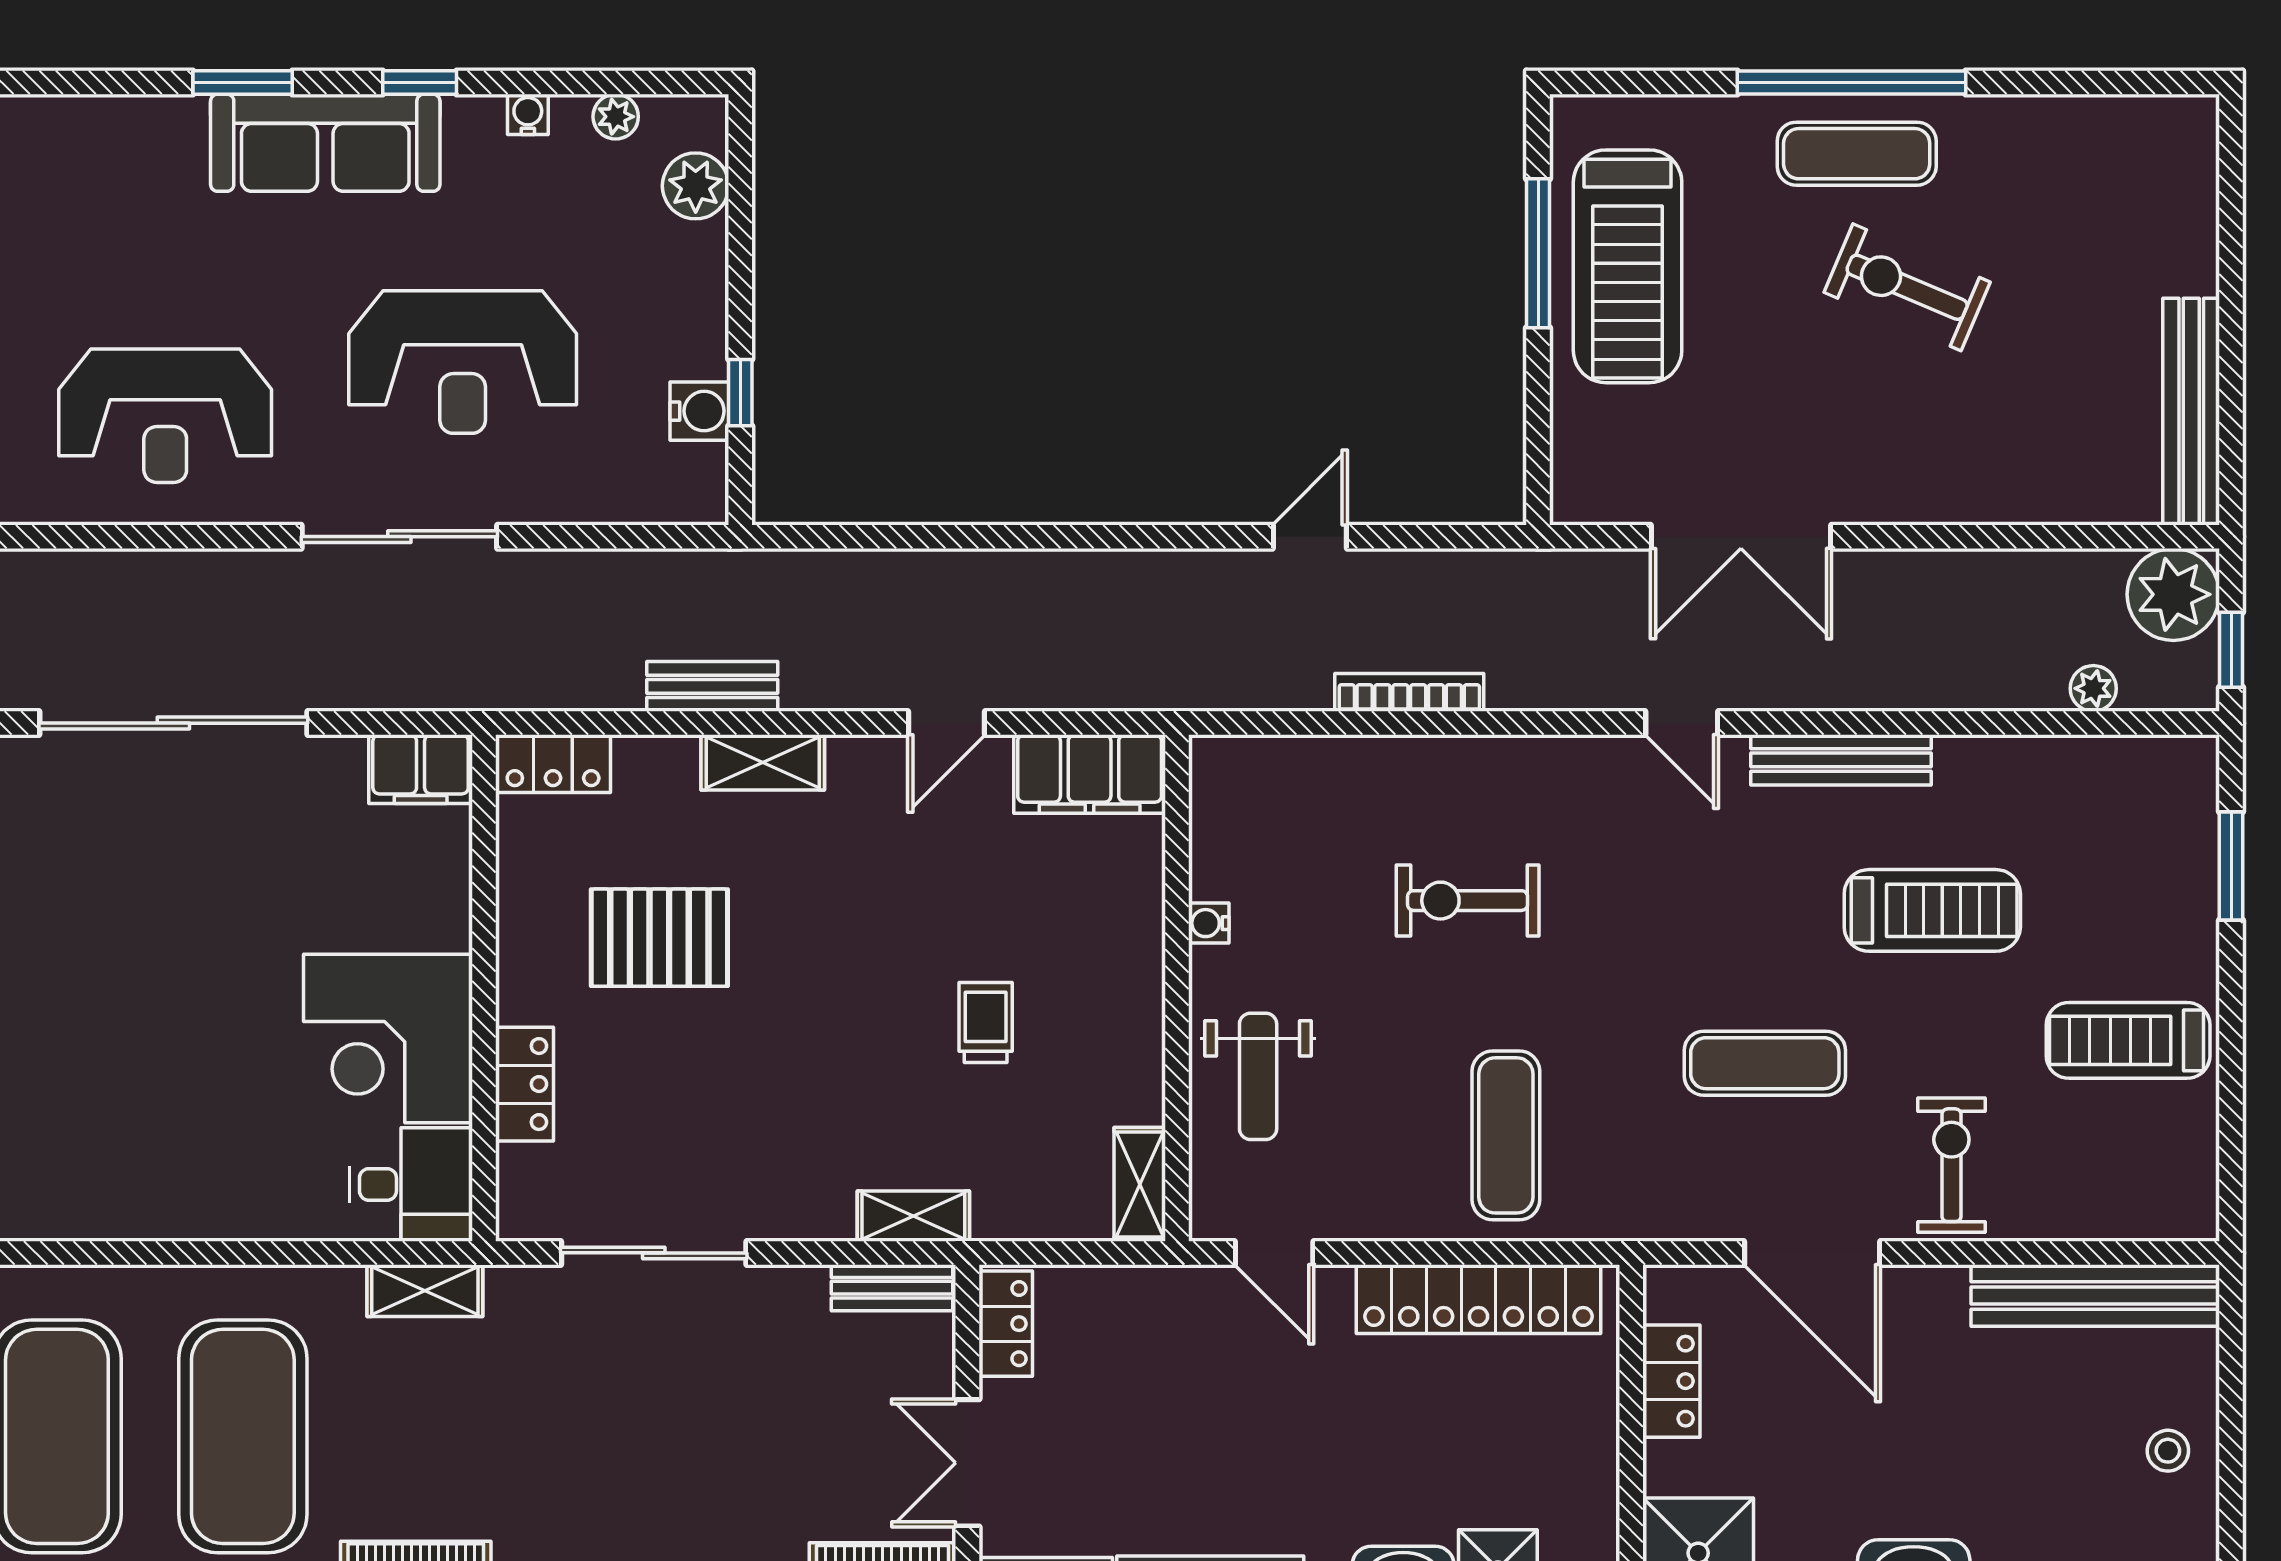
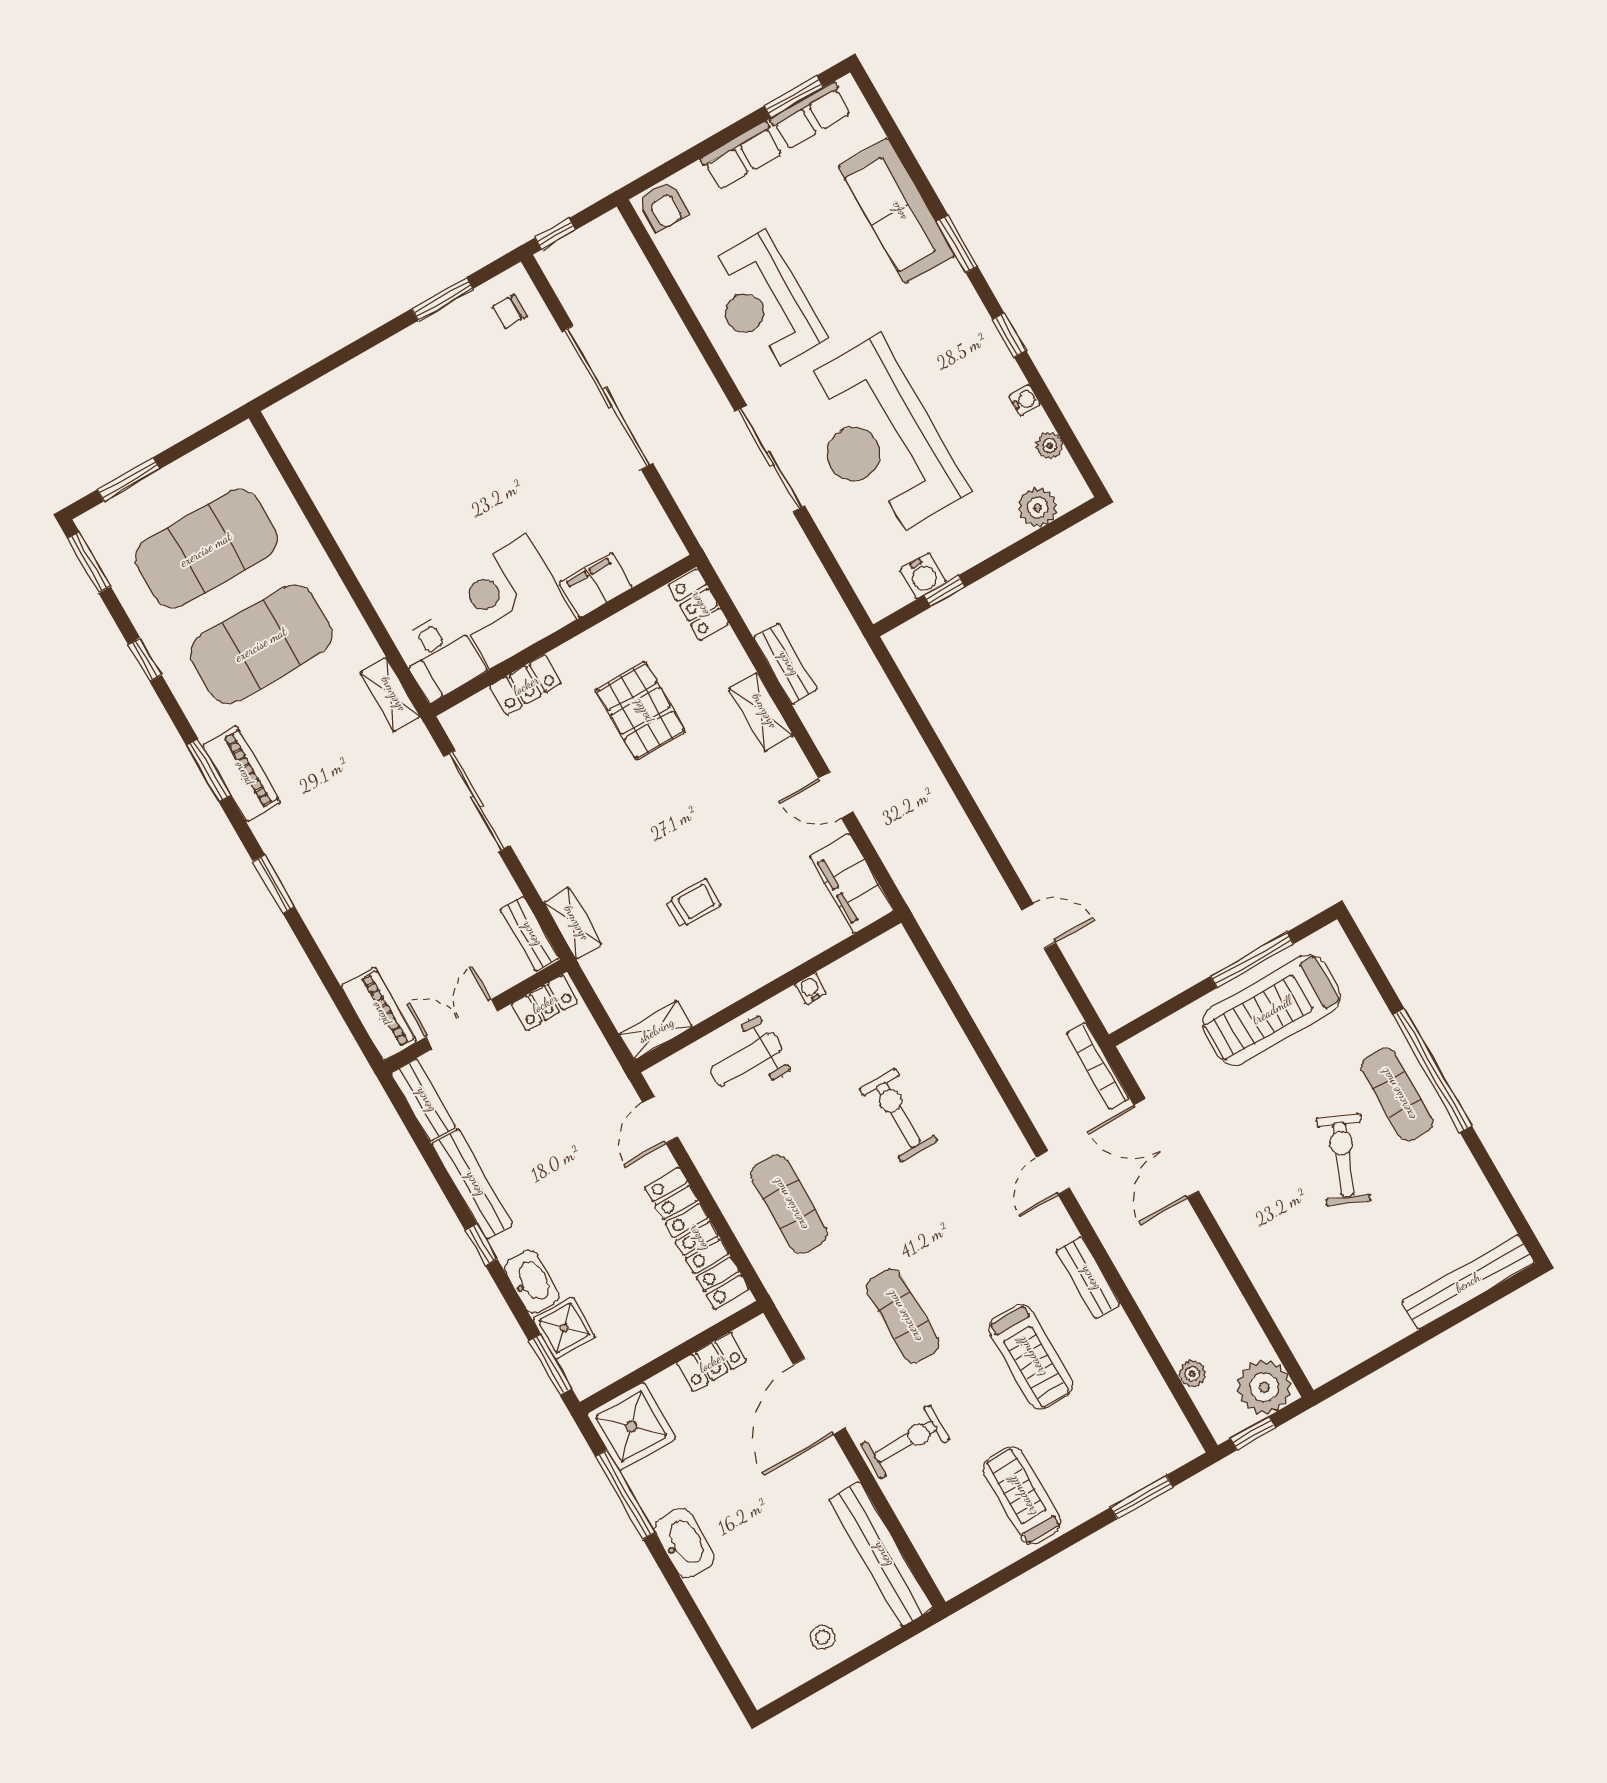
sofa: (325, 143) -> (897, 211), moved
reception desk: (463, 362) -> (878, 440), width x1.36, depth x1.30
bench: (2191, 412) -> (1468, 1282), moved
bookcase: (1409, 692) -> (1098, 1066), moved, turned 180
bench: (1841, 760) -> (1088, 1278), width x0.73
filing cabinet: (421, 769) -> (596, 585), moved, turned 90
exercise mat: (1506, 1135) -> (789, 1204), turned 90

